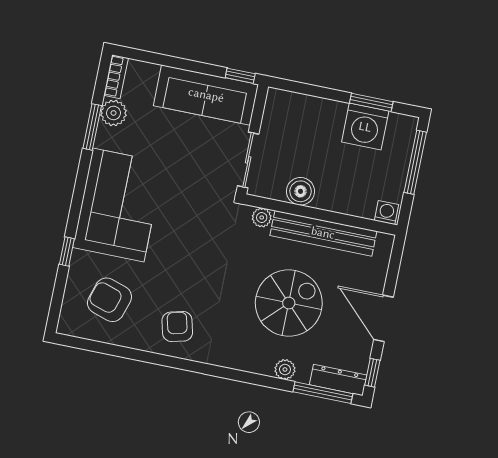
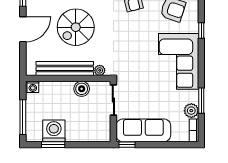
door: (383, 318) -> (23, 29), hinge flipped

